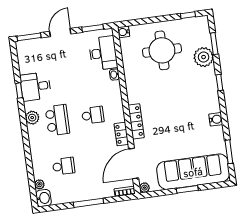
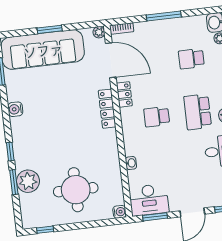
window: (214, 44) -> (14, 182), moved
desk: (103, 53) -> (149, 200), moved, turned -90
door: (134, 164) -> (111, 60), hinge flipped

